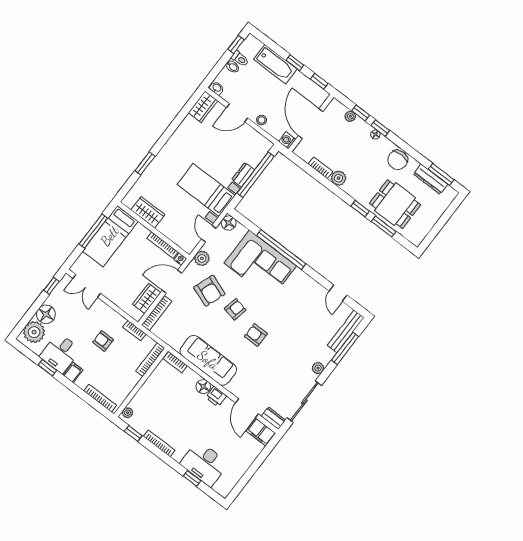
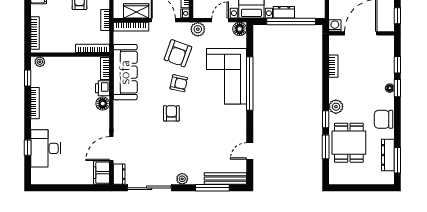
plant: (350, 116) -> (389, 59), removed
plant: (339, 178) -> (336, 107), moved
sofa: (208, 360) -> (125, 72), moved
printer: (216, 397) -> (103, 88), moved

